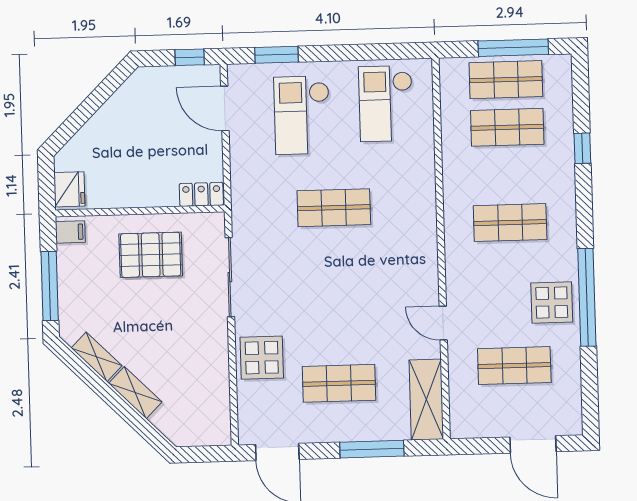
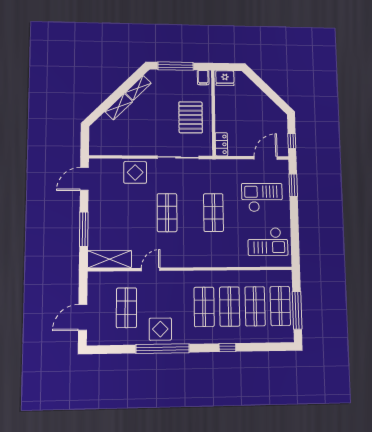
checkout: (386, 104) -> (268, 242), turned 180
window: (582, 148) -> (227, 348), moved
shop shelf: (509, 175) -> (230, 307), added
shop shelf: (339, 383) -> (167, 213), moved

